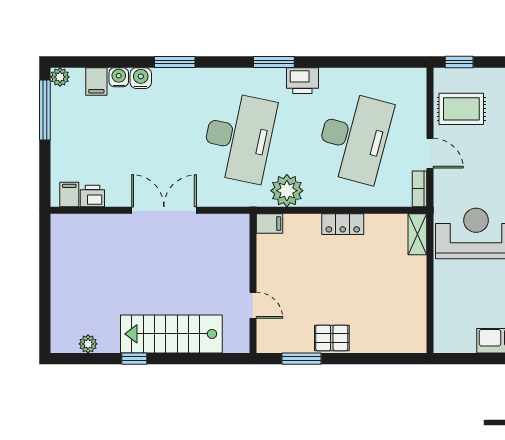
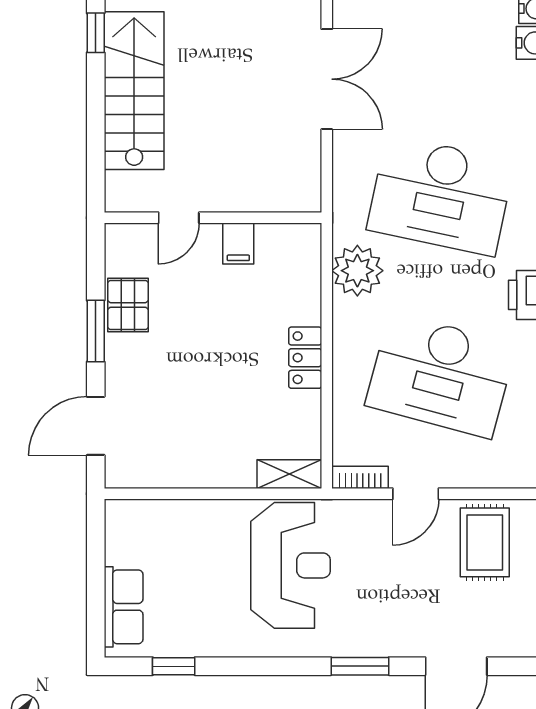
filing cabinet: (269, 223) -> (238, 243), moved
pallet: (332, 338) -> (128, 305), moved
window: (302, 359) -> (96, 331), moved
door: (386, 359) -> (96, 426), added

